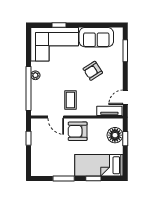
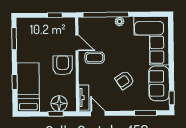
window: (59, 25) -> (172, 98), moved
armchair: (93, 71) -> (125, 80), turned -90
door: (56, 117) -> (77, 43), swing flipped
window: (64, 178) -> (14, 39), moved

